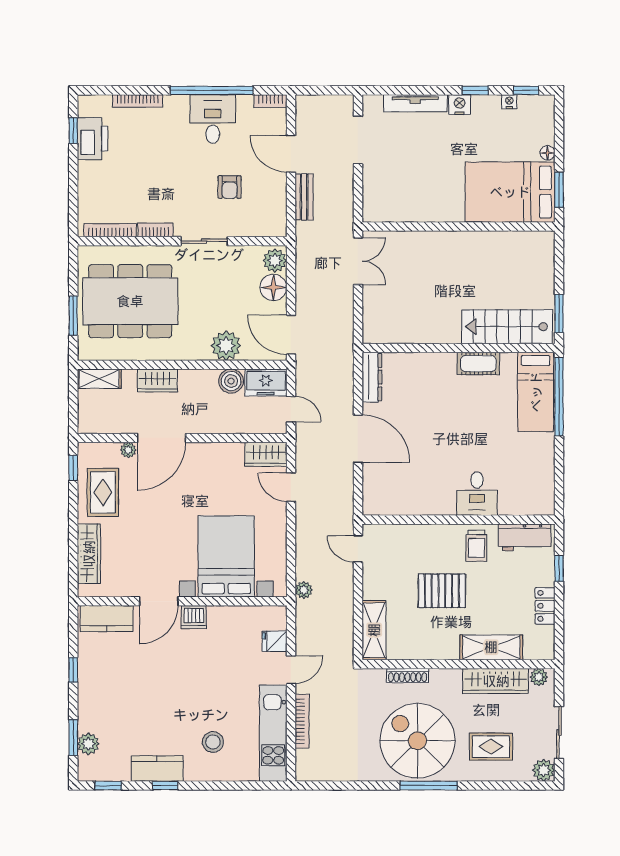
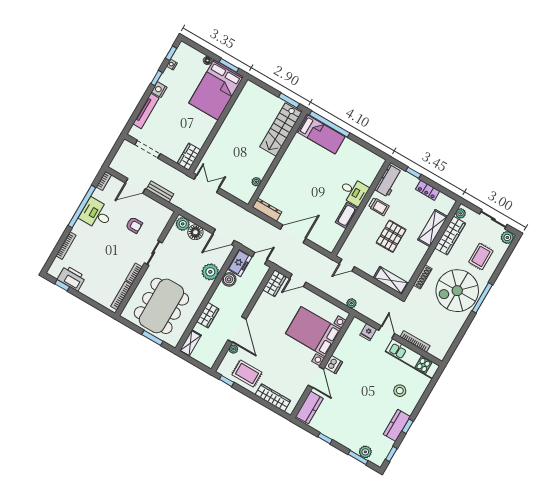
wardrobe: (383, 210) -> (189, 157), added
plant: (405, 336) -> (256, 182), added
cot: (478, 364) -> (347, 215), moved

